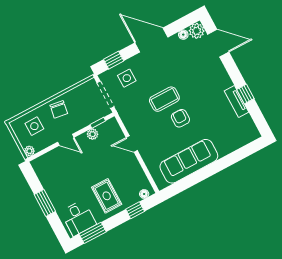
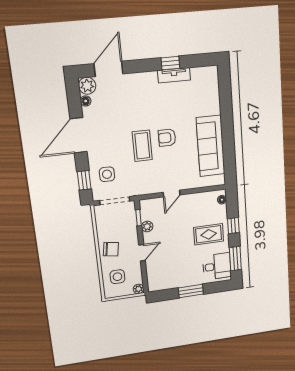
window: (135, 210) -> (233, 226), moved

